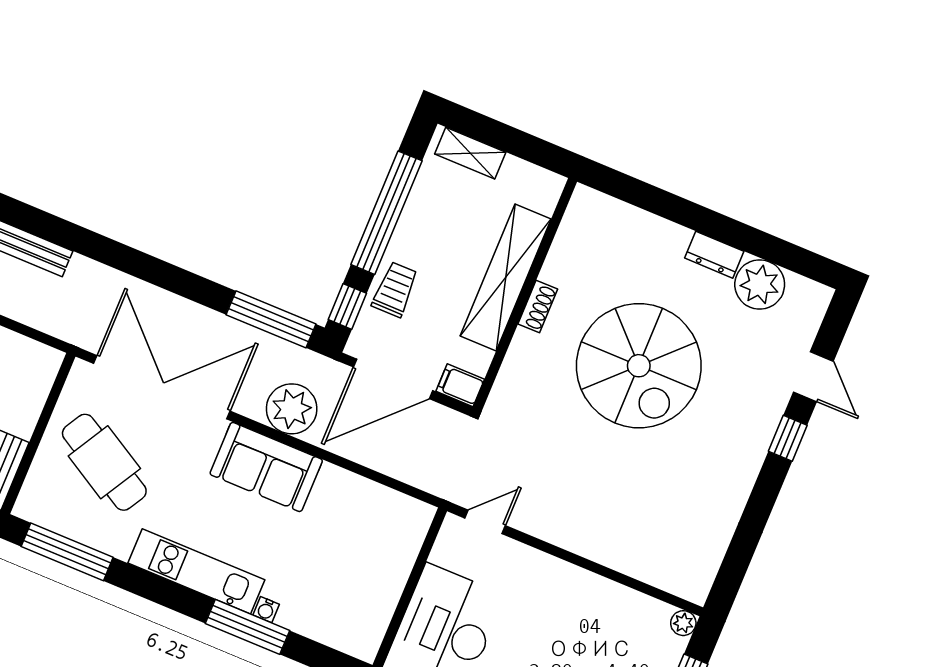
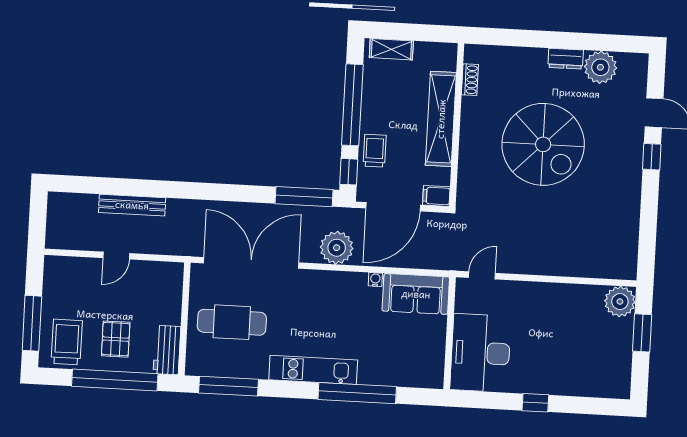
shoe rack: (538, 306) -> (470, 80), moved
cafe table: (104, 462) -> (232, 322), turned -30
sofa: (266, 467) -> (416, 294), moved
water cooler: (266, 610) -> (375, 280), moved, turned 180
plant: (683, 623) -> (620, 302), width x1.88, depth x1.88
window: (248, 627) -> (357, 393), width x1.46

